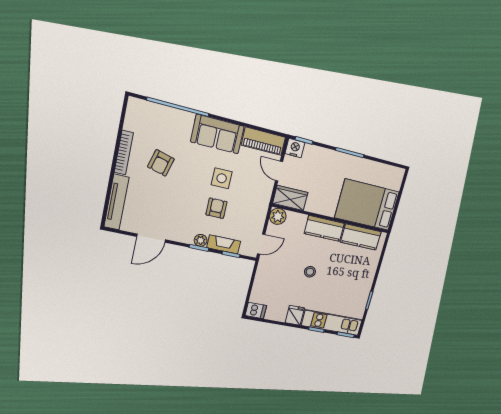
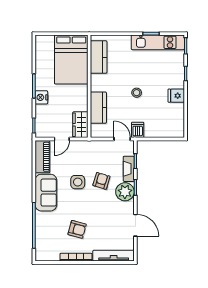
nightstand: (295, 148) -> (41, 97), moved
armchair: (216, 208) -> (101, 181), turned 107
plant: (278, 216) -> (97, 131), removed
kitchen counter: (324, 228) -> (98, 108), moved
plant: (201, 240) -> (125, 192), width x1.88, depth x1.88
dishwasher: (256, 311) -> (138, 130), moved
kitchen unit: (332, 323) -> (158, 42), moved, turned -90

